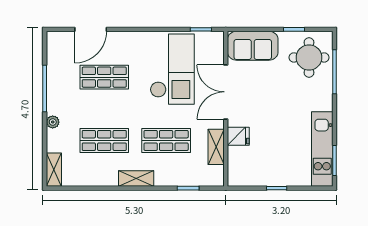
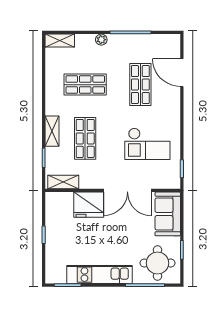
checkout: (172, 69) -> (147, 144), width x0.73, depth x0.83
double door: (226, 92) -> (127, 190), swing flipped
fridge: (238, 136) -> (89, 205), width x1.88, depth x1.34
shop shelf: (104, 140) -> (85, 85), turned 90
shelving: (216, 147) -> (63, 182), moved
kitchen unit: (322, 149) -> (99, 275), moved
shelving: (136, 179) -> (52, 131), moved

